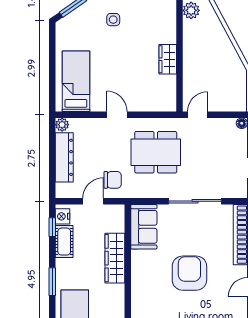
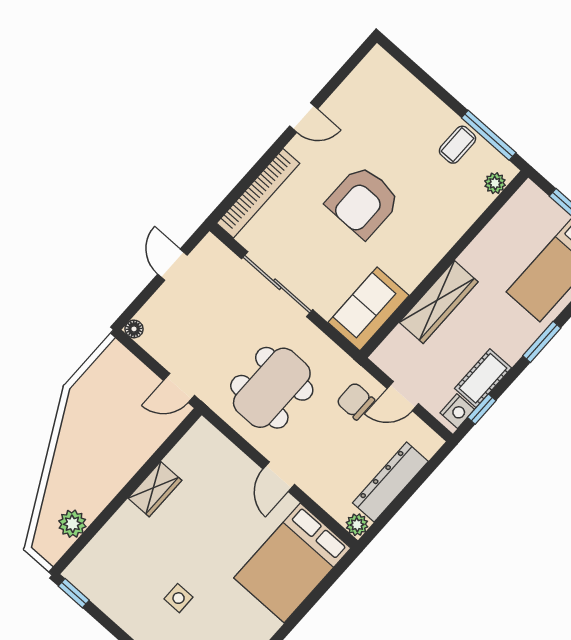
bed: (76, 81) -> (292, 563), width x1.50
dining table: (156, 152) -> (272, 388), turned 90

